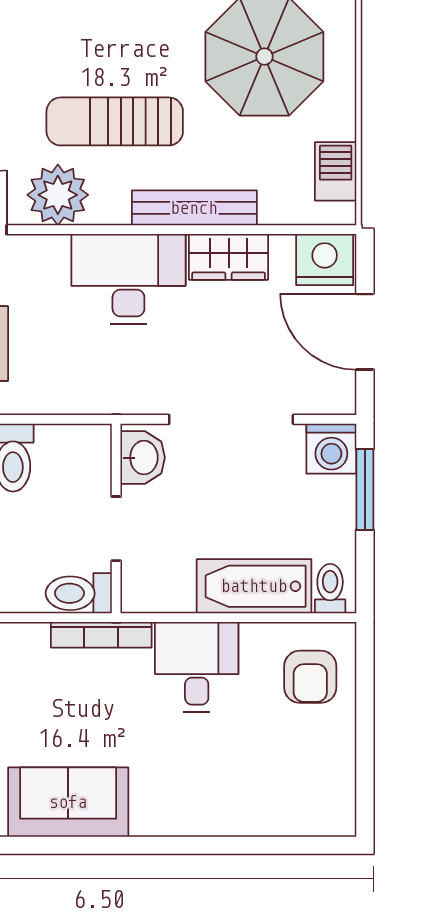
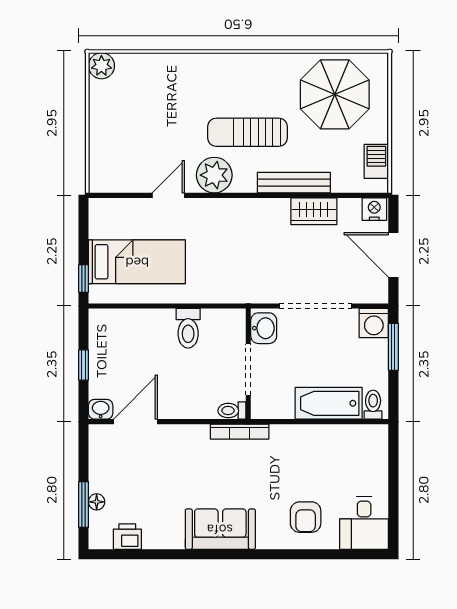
nightstand: (325, 260) -> (374, 209), width x0.74, depth x0.75
desk: (128, 279) -> (255, 224), removed
doorway: (116, 529) -> (248, 370), width x1.38
toilet: (79, 593) -> (232, 411), width x0.73, depth x0.72
desk: (197, 667) -> (364, 523), moved, turned 180
armchair: (310, 677) -> (306, 517), moved

